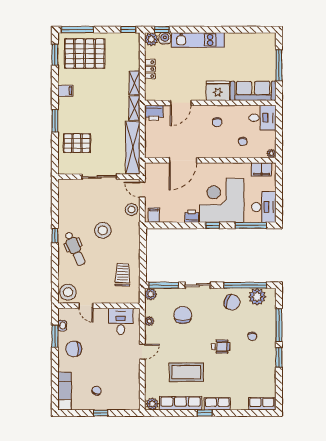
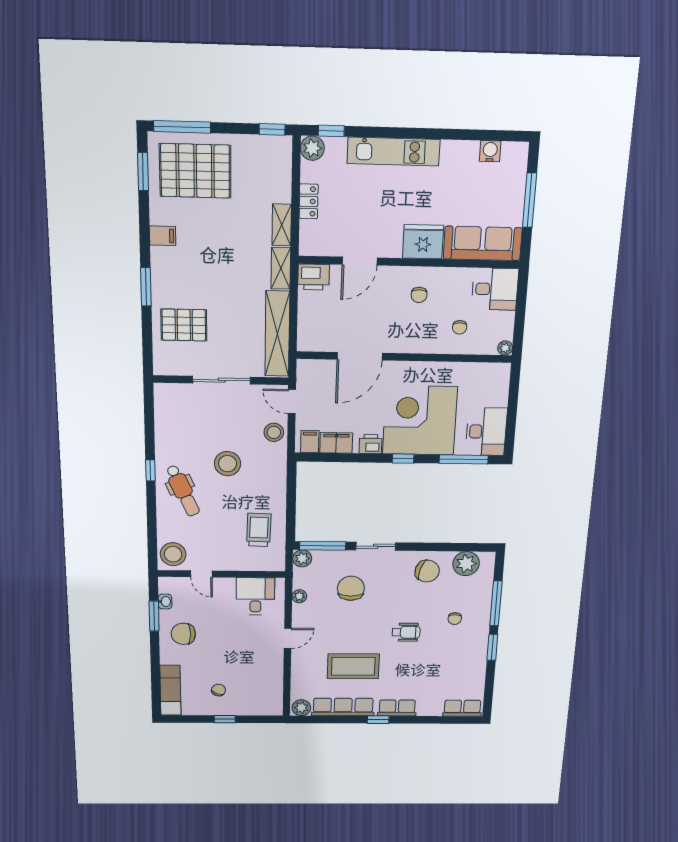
water cooler: (165, 38) -> (490, 151), moved
filing cabinet: (262, 169) -> (336, 443), moved, turned 180
window: (245, 285) -> (449, 547), removed

